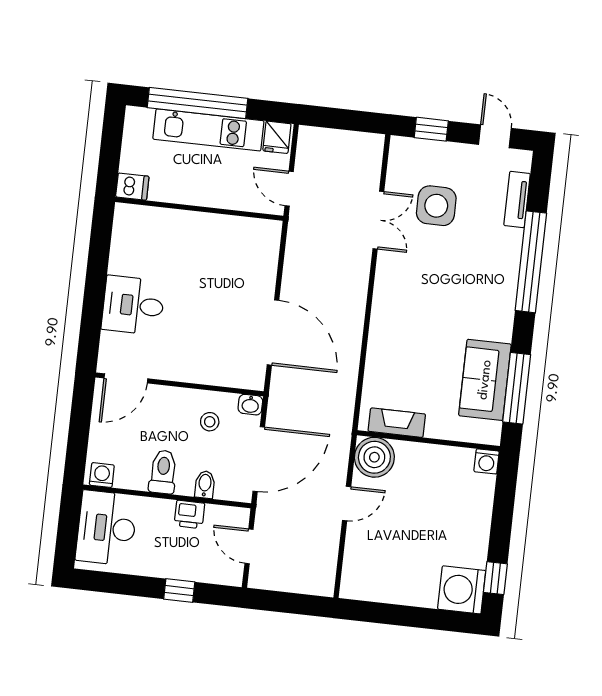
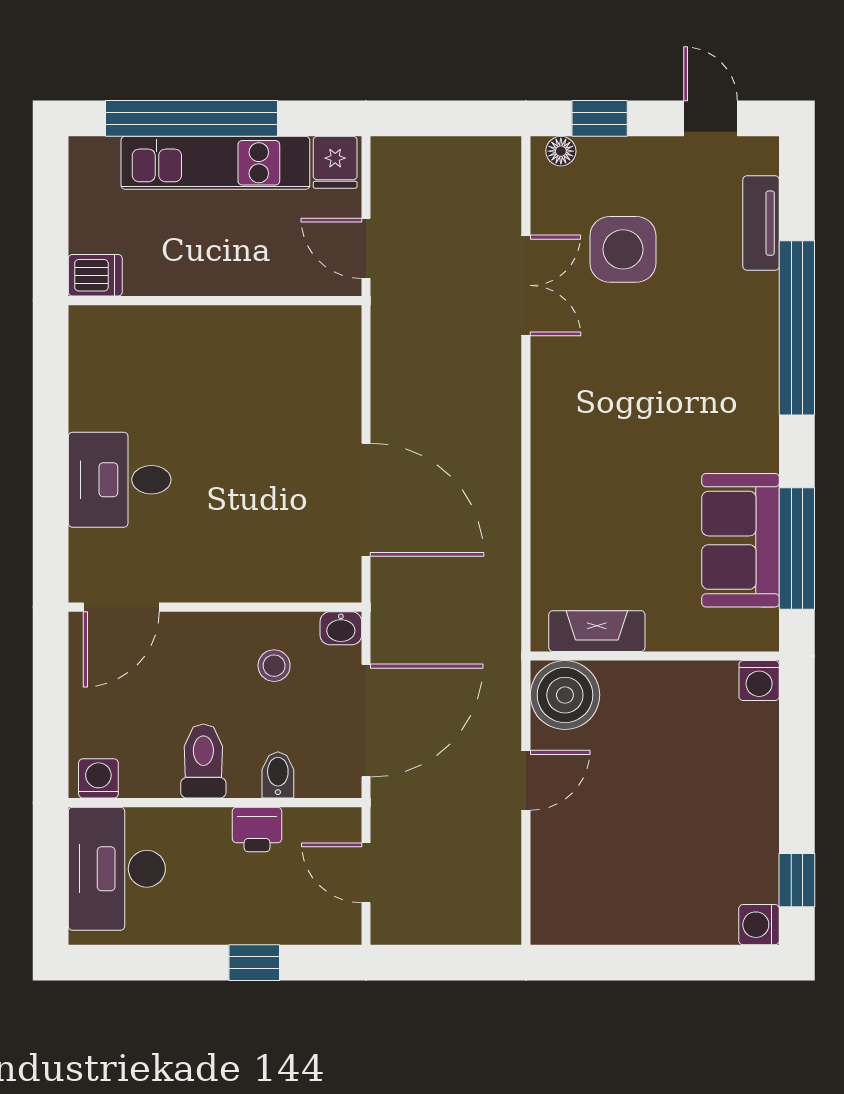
floor lamp: (407, 145) -> (561, 151), added
washing machine: (462, 590) -> (759, 925), width x0.53, depth x0.53

